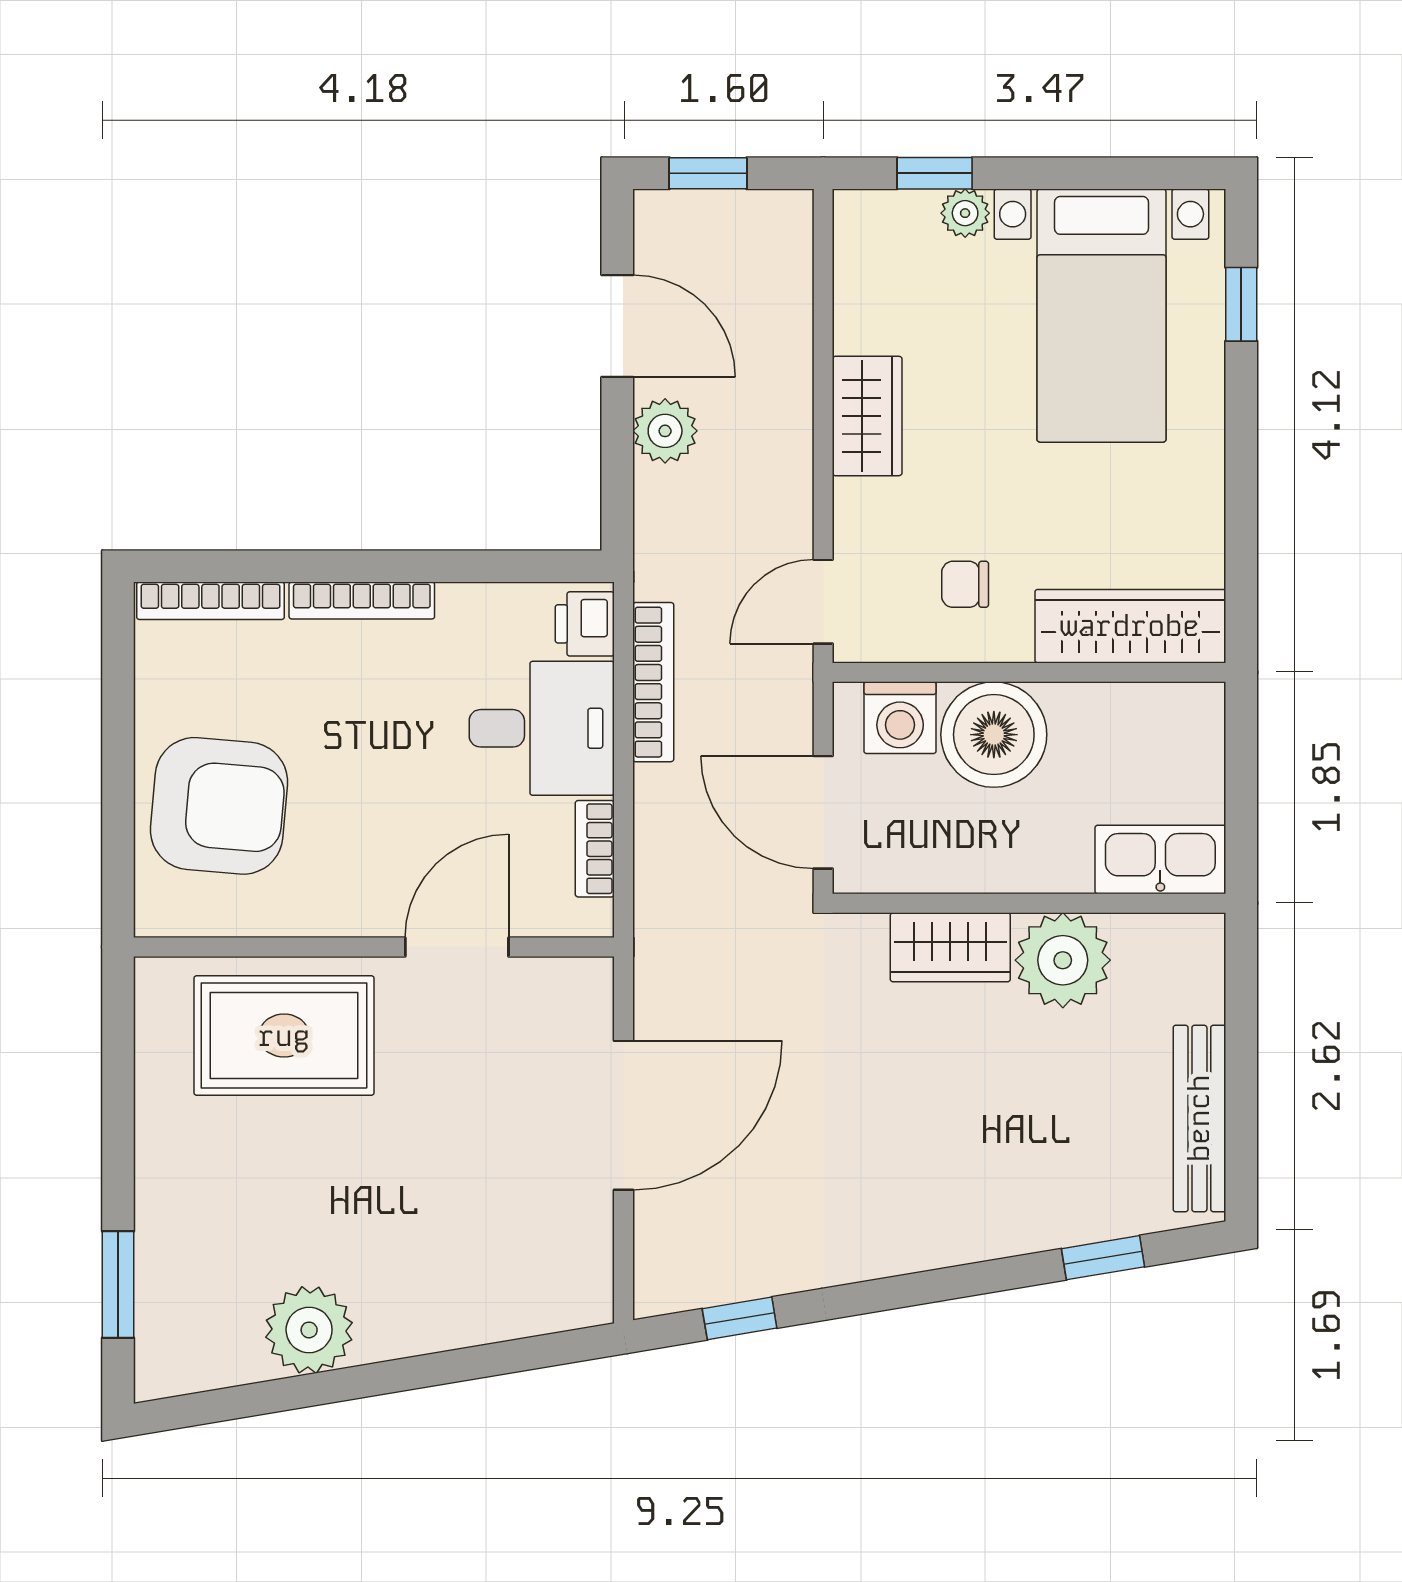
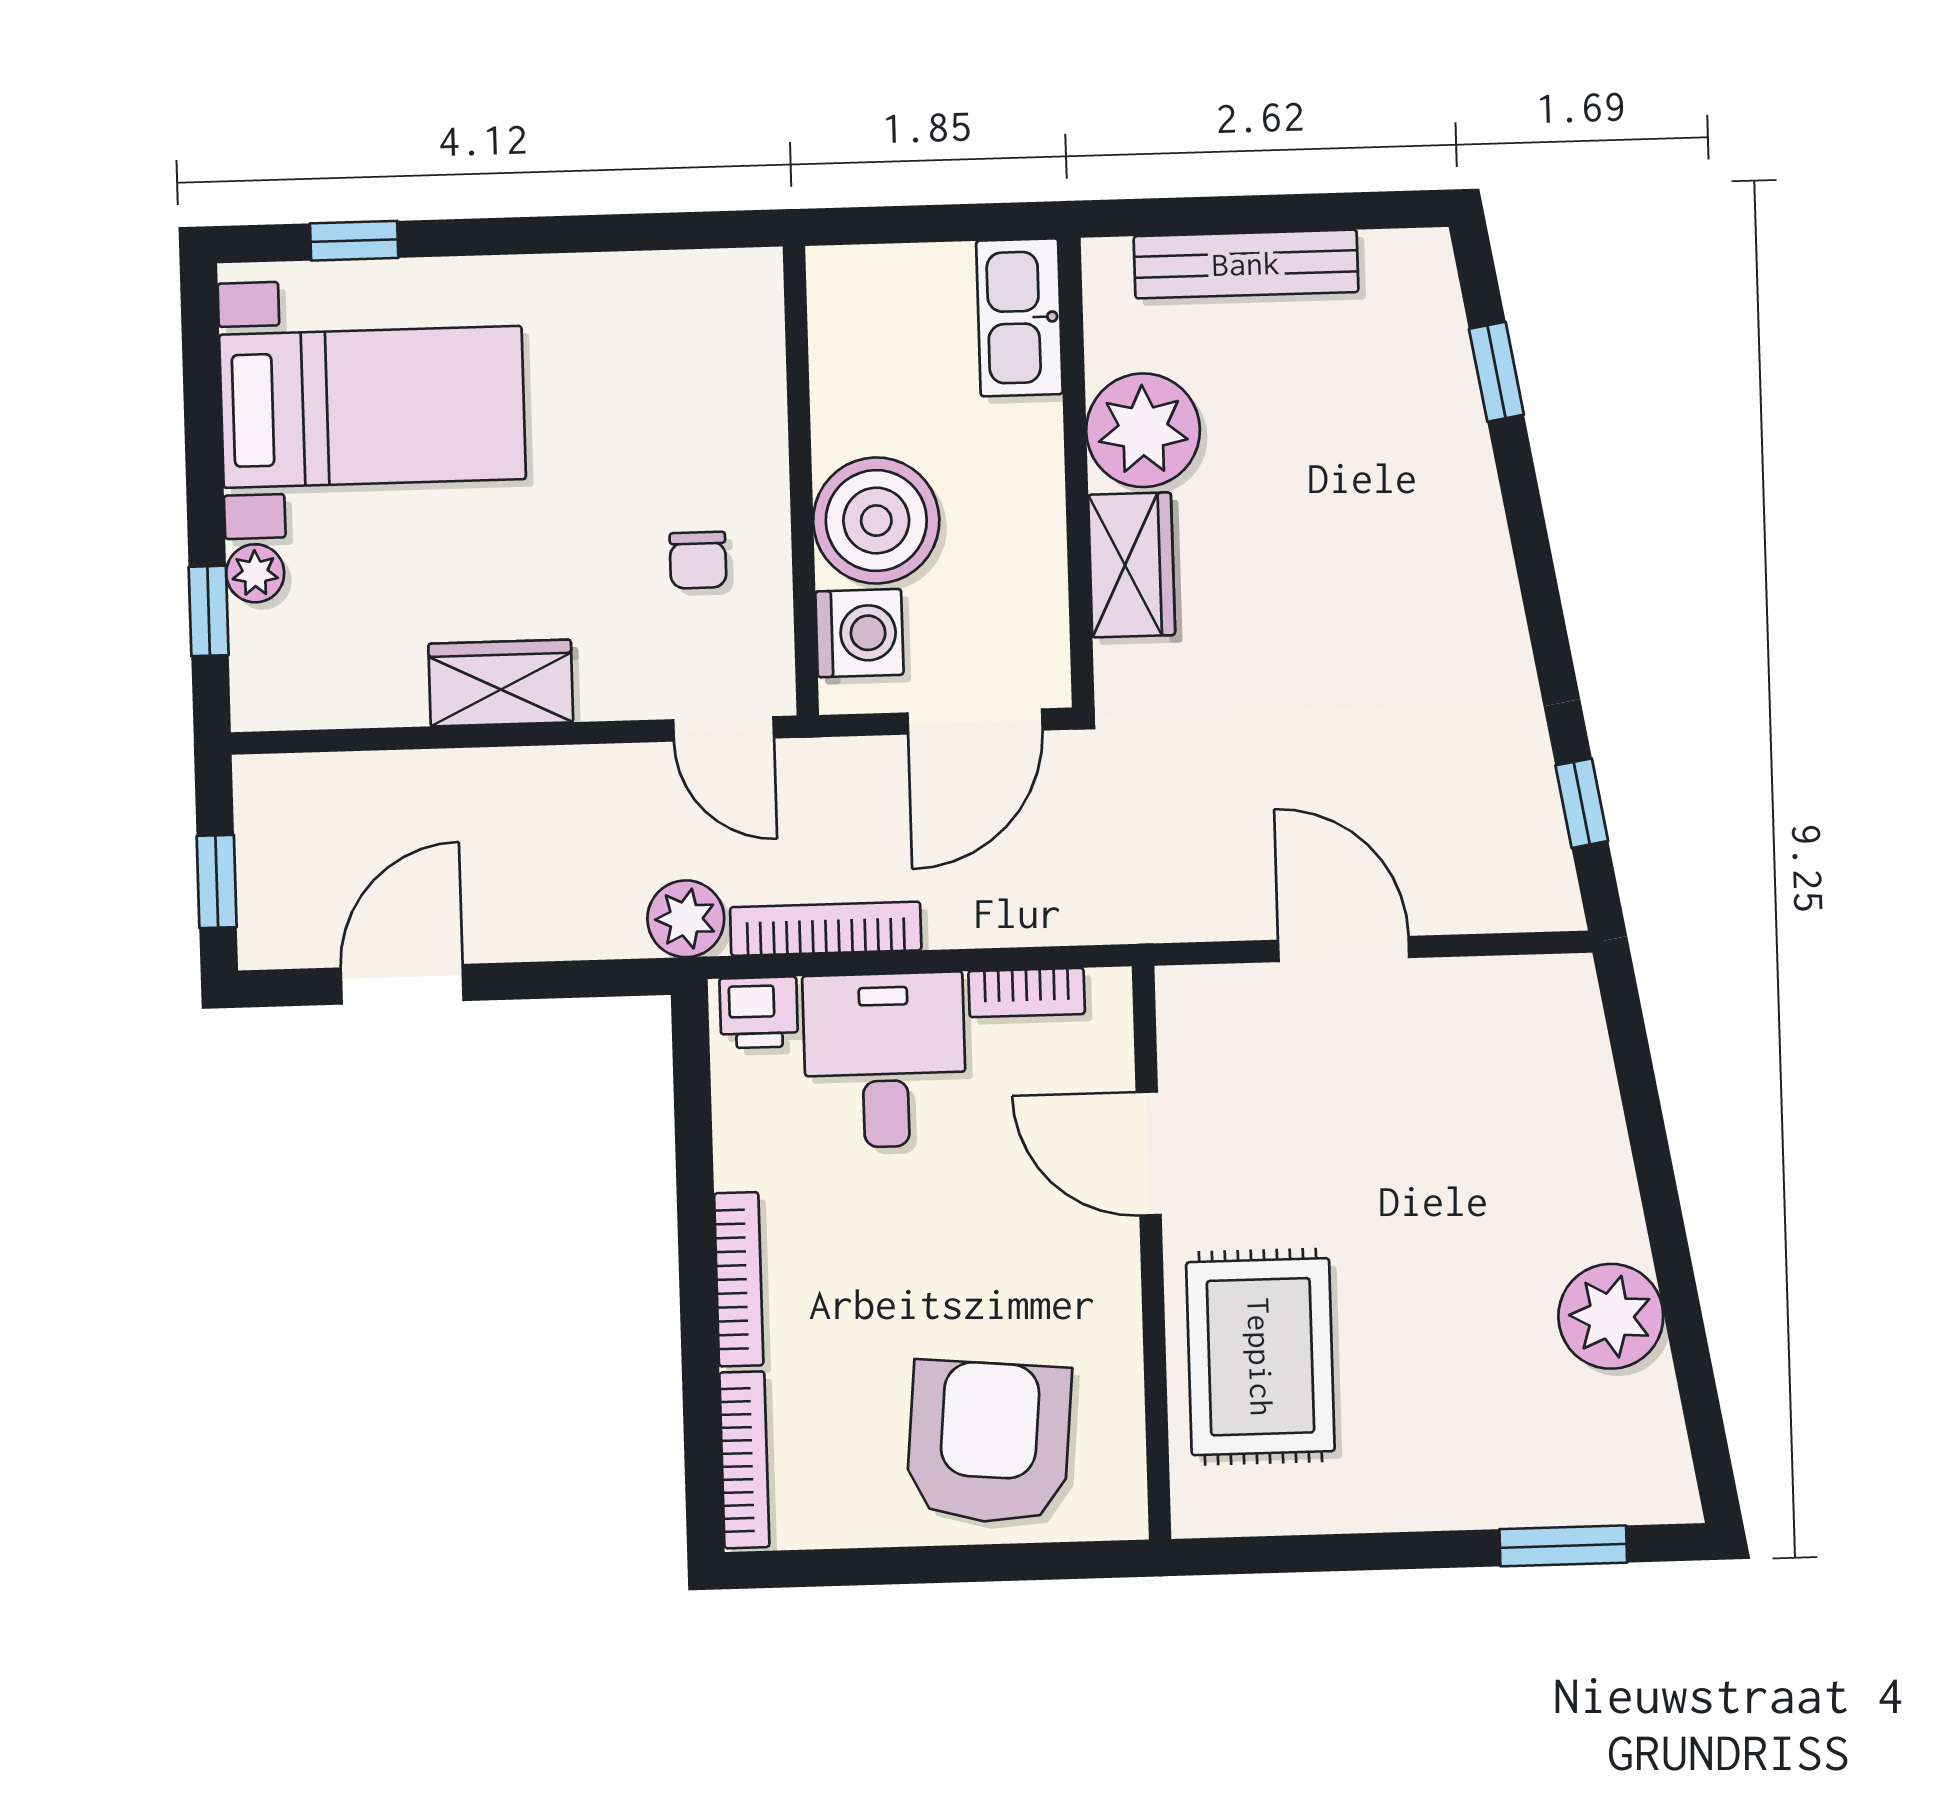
plant: (665, 431) -> (686, 919), moved
wardrobe: (1130, 626) -> (742, 361), removed
door: (623, 1115) -> (1344, 949), width x0.73
bench: (1199, 1118) -> (1246, 264), moved

